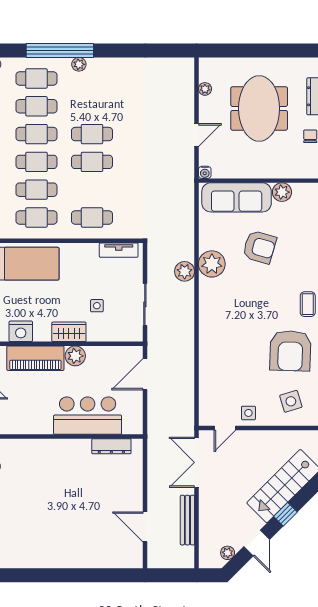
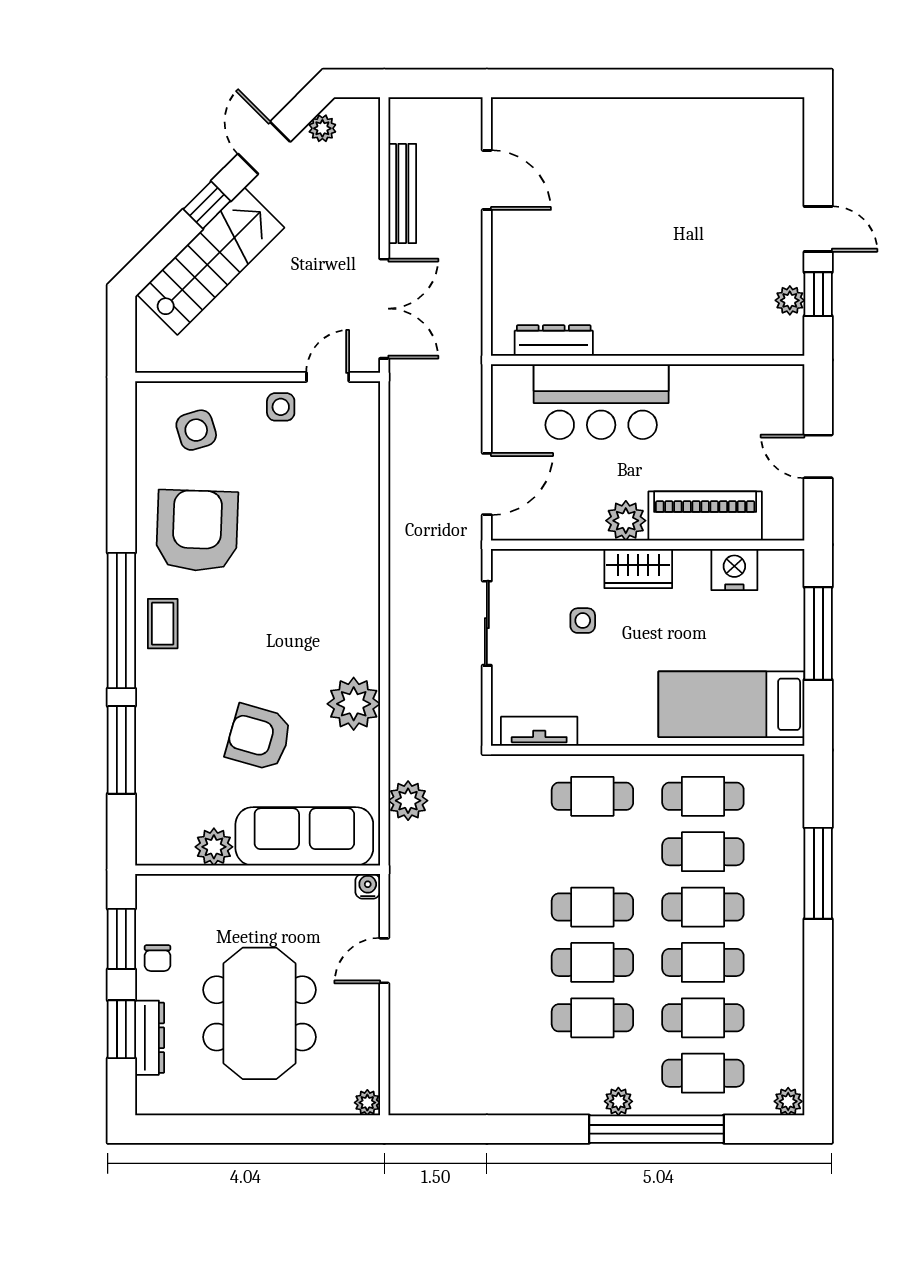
plant: (205, 89) -> (367, 1103), moved
cafe table: (92, 106) -> (592, 1018), added
plant: (185, 271) -> (408, 801), moved

